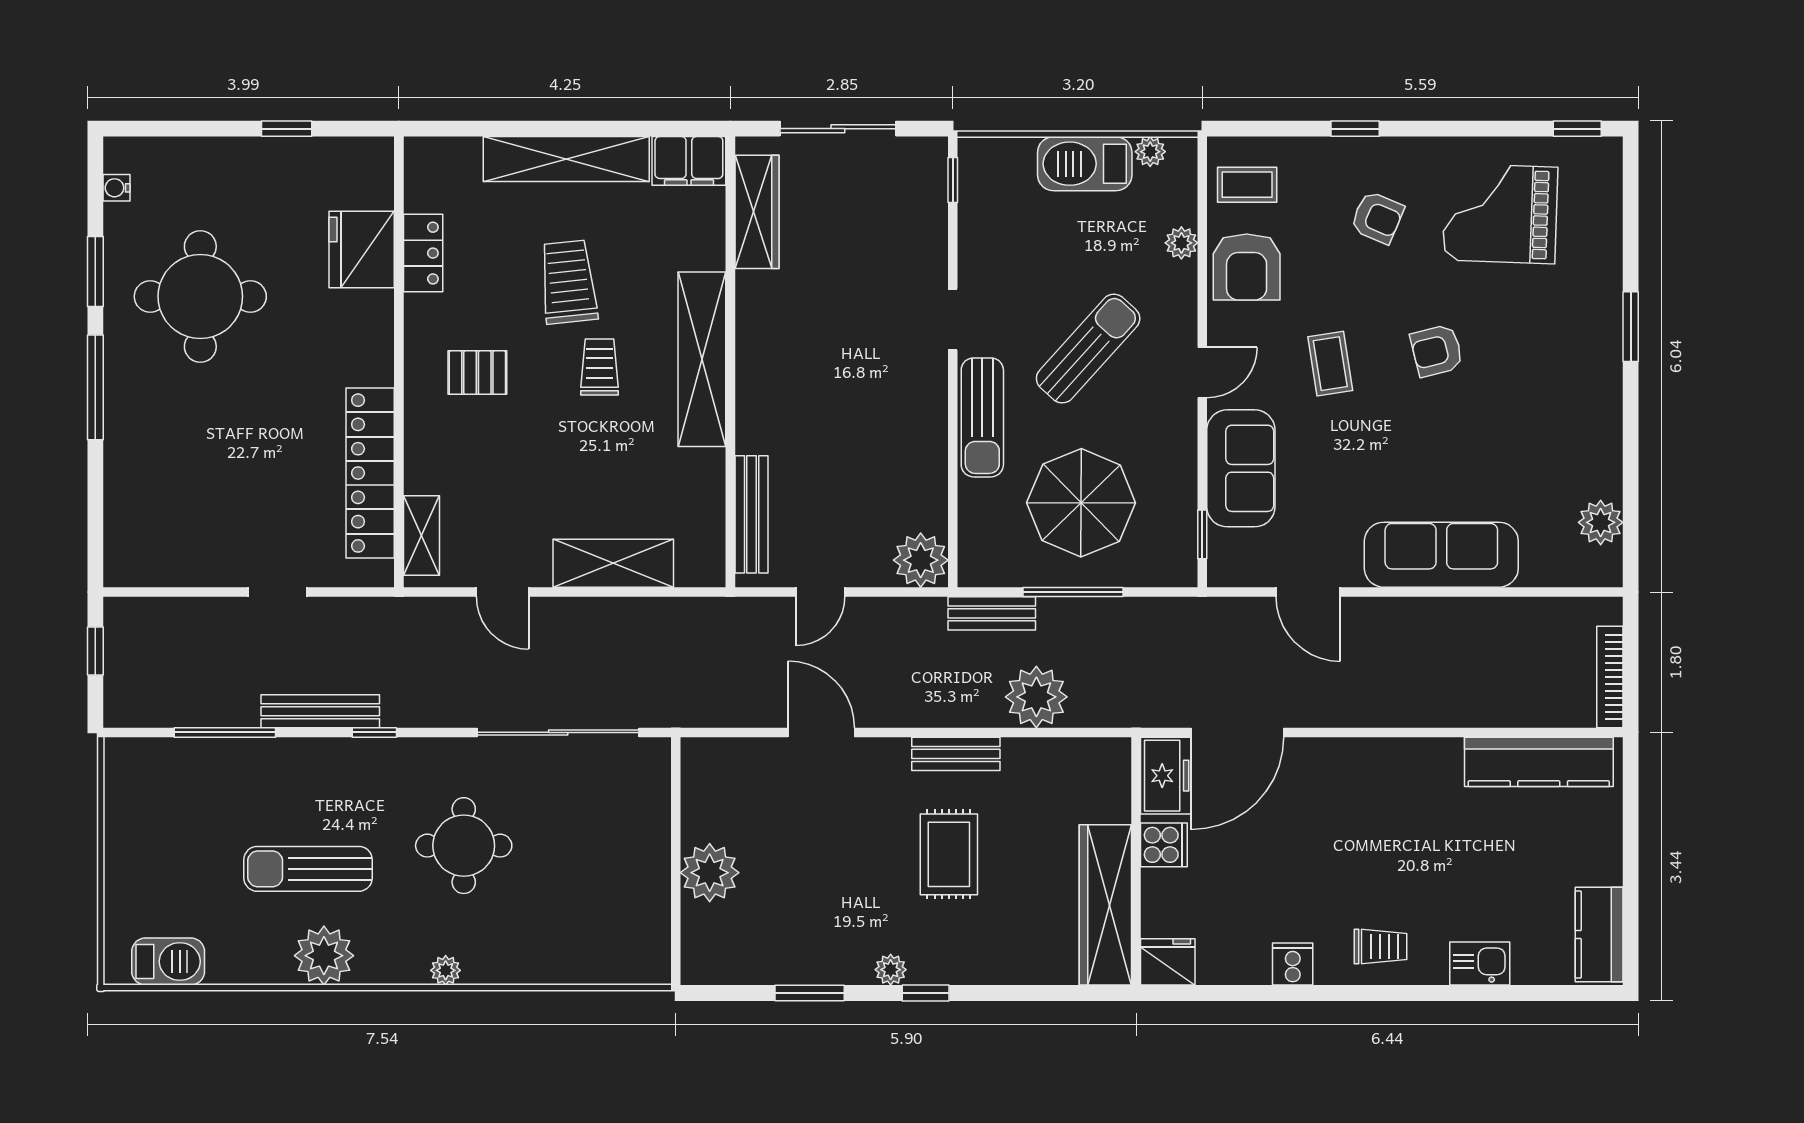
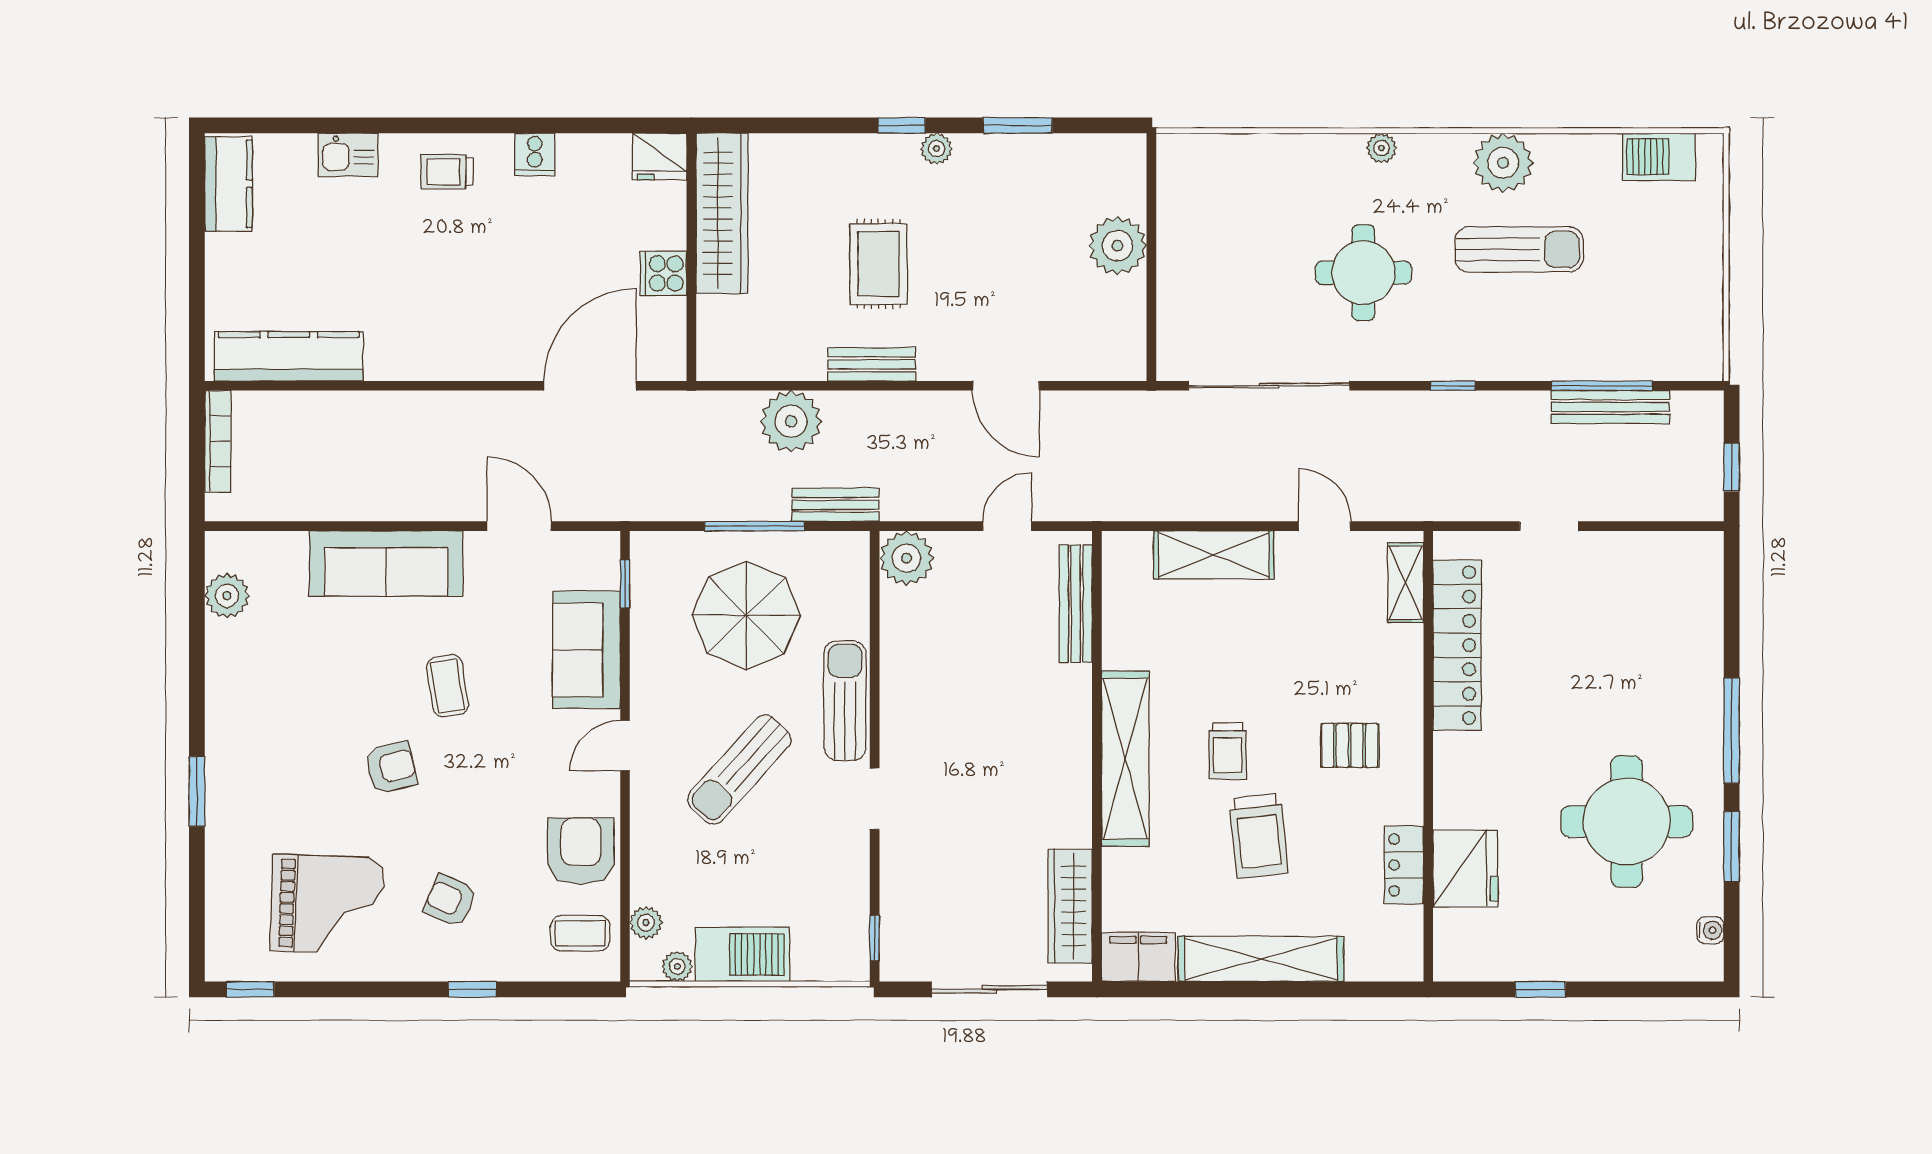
plant: (1181, 243) -> (646, 923), moved
coffee table: (1330, 364) -> (448, 686), moved
bench: (320, 711) -> (1610, 407), moved
freezer: (1166, 776) -> (662, 343), removed

